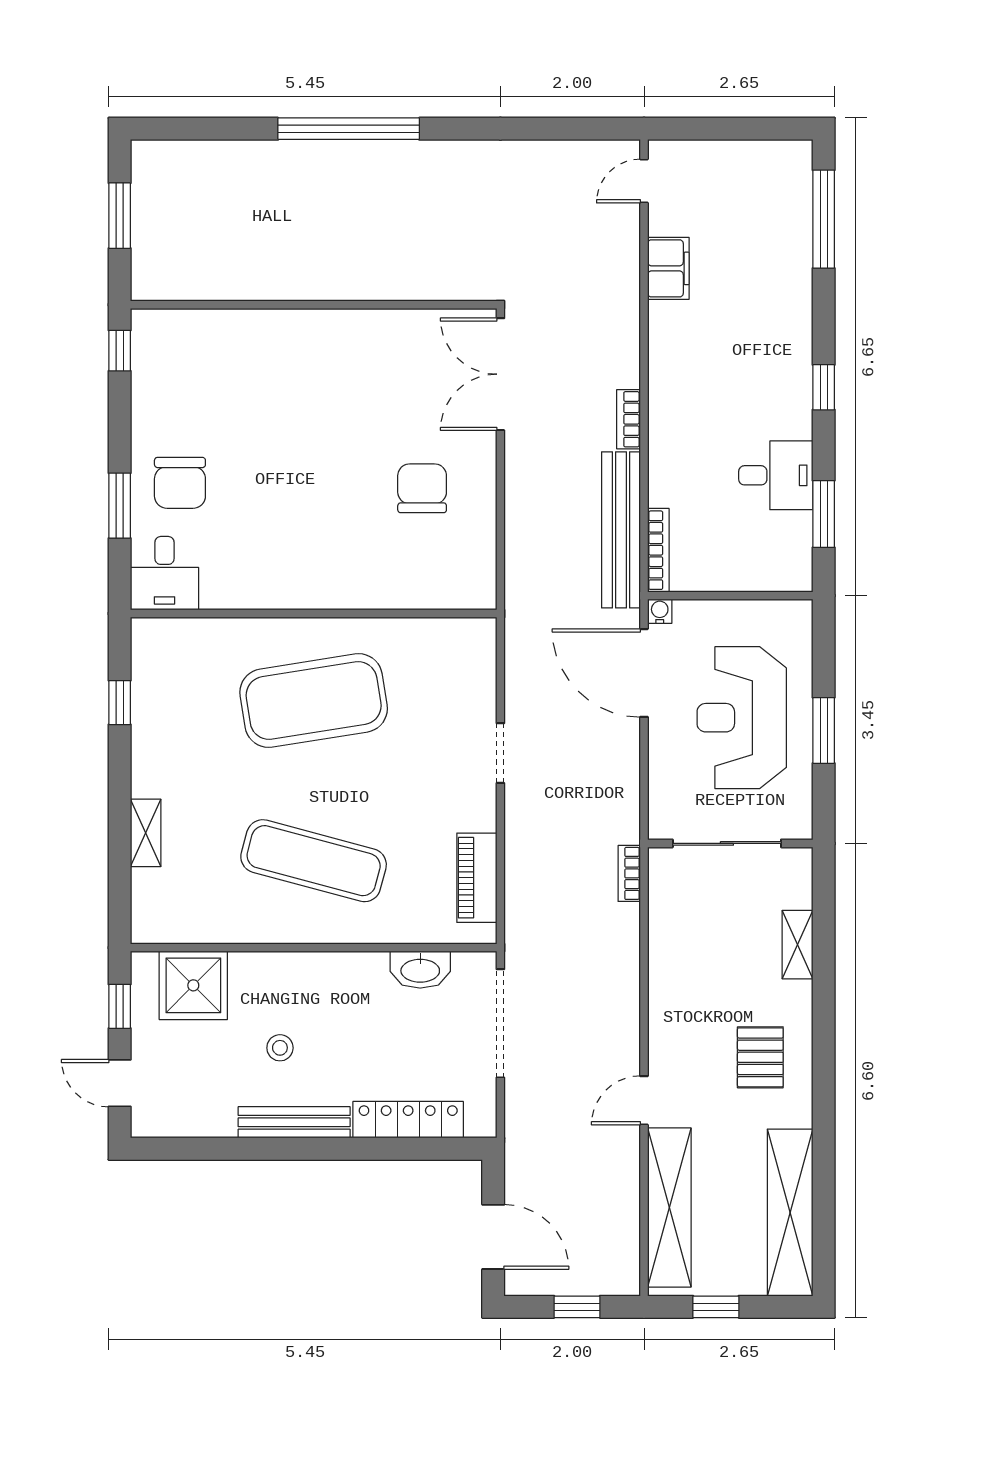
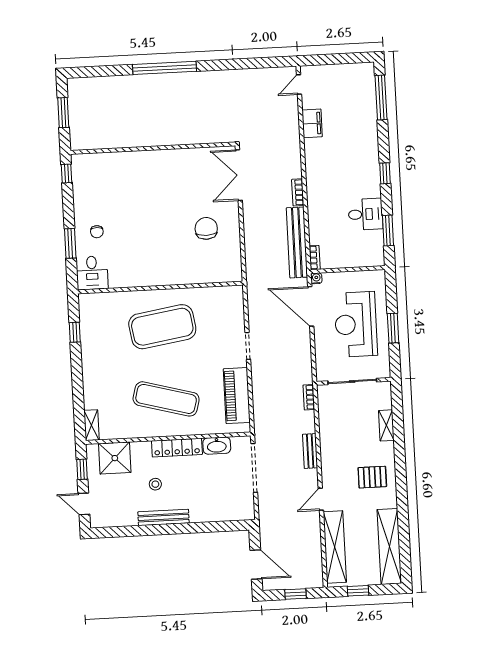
chair: (180, 483) -> (97, 232), width x0.54, depth x0.54
bookcase: (658, 550) -> (315, 258), width x0.64
shelving: (146, 833) -> (91, 425), moved
piano: (477, 878) -> (237, 396), width x1.37, depth x1.33
bench: (626, 992) -> (310, 451), added
pallet: (760, 1057) -> (372, 477), turned 90
locker: (408, 1120) -> (177, 448), moved, turned 180

